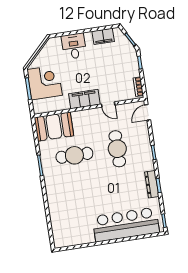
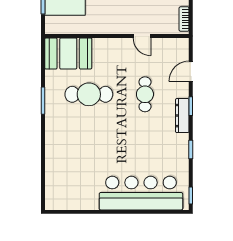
filing cabinet: (84, 99) -> (113, 24), removed
door: (147, 112) -> (191, 71), moved
cafe table: (117, 149) -> (145, 94), width x0.73, depth x0.74
dresser: (152, 184) -> (182, 116), moved

